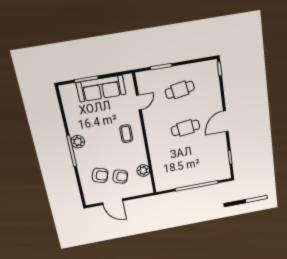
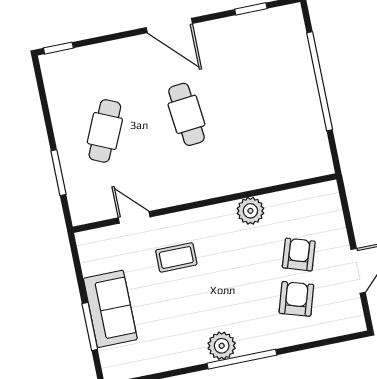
sofa: (101, 89) -> (110, 309), width x0.73
cafe table: (180, 90) -> (105, 131), turned 33
coffee table: (126, 134) -> (176, 257), moved
plant: (143, 171) -> (250, 211), moved

